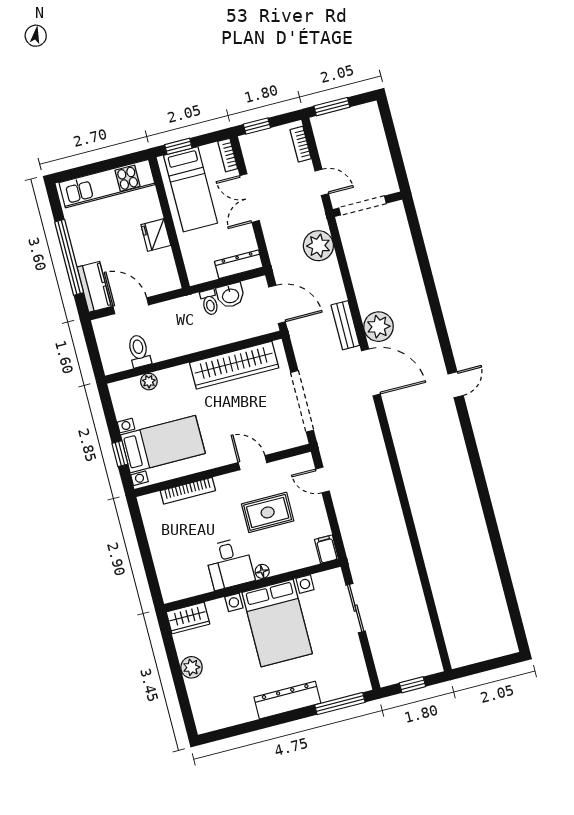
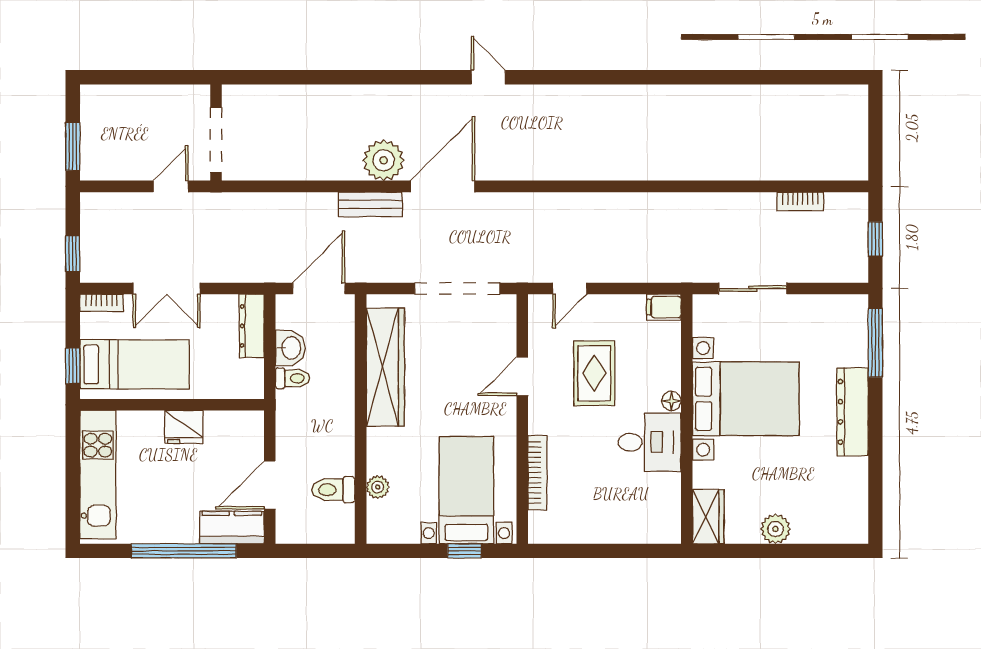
bookcase: (301, 144) -> (800, 201), moved
plant: (318, 246) -> (254, 213), removed

